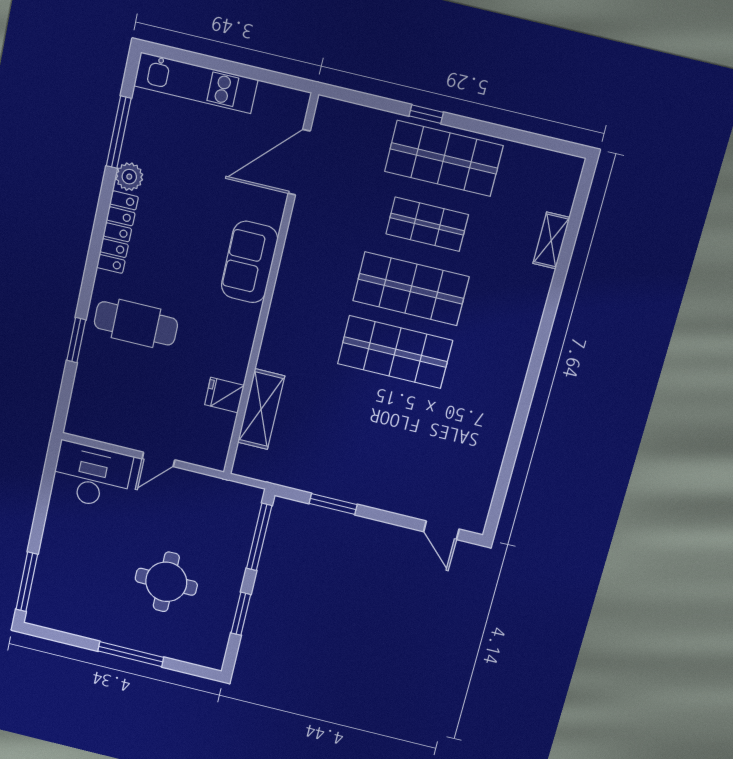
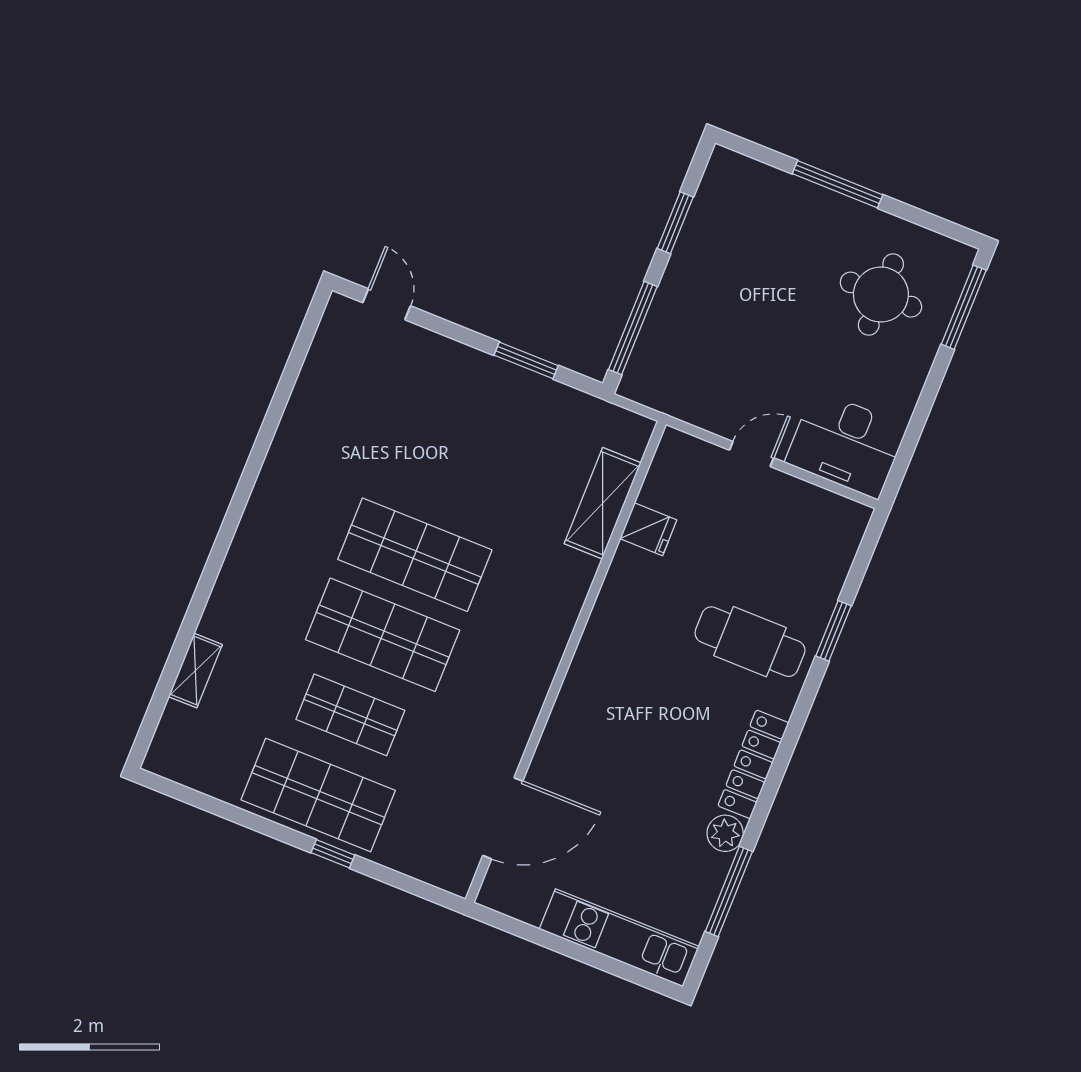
sofa: (249, 262) -> (587, 700), removed
round table: (166, 582) -> (881, 295), moved

